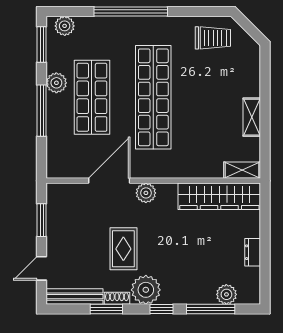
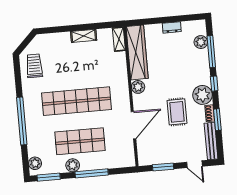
door: (109, 181) -> (133, 125), swing flipped
plant: (146, 193) -> (138, 87), moved
rug: (123, 249) -> (177, 112), turned 90

